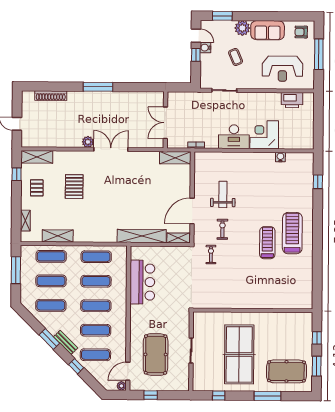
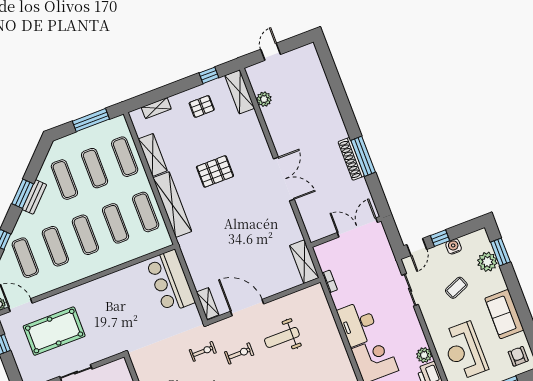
plant: (242, 28) -> (487, 262), moved
door: (196, 36) -> (417, 247), moved
window: (98, 87) -> (363, 156), moved
shoe rack: (51, 96) -> (351, 159), moved
plant: (274, 98) -> (424, 355), added
double door: (165, 123) -> (357, 228), moved
plant: (88, 142) -> (264, 99), moved
pallet: (74, 187) -> (215, 171), moved
weight bench: (223, 194) -> (282, 337), turned 180
shelving: (142, 236) -> (172, 205), moved
bar counter: (142, 282) -> (170, 281), moved, turned 90
bench: (66, 342) -> (34, 197), moved

